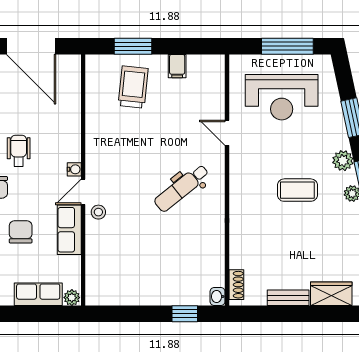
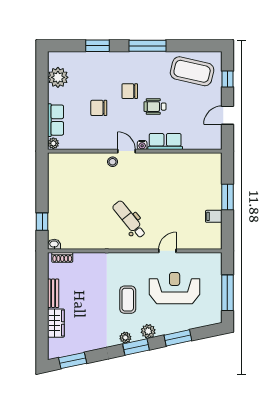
door: (31, 46) -> (227, 115), width x0.53
window: (133, 46) -> (227, 197), moved
trolley: (133, 87) -> (199, 186), removed
reception desk: (282, 97) -> (175, 288), moved, turned 90
wheelchair: (19, 151) -> (155, 107), turned 180
row of seats: (69, 230) -> (165, 142), moved
chair: (21, 232) -> (99, 108), turned 180

